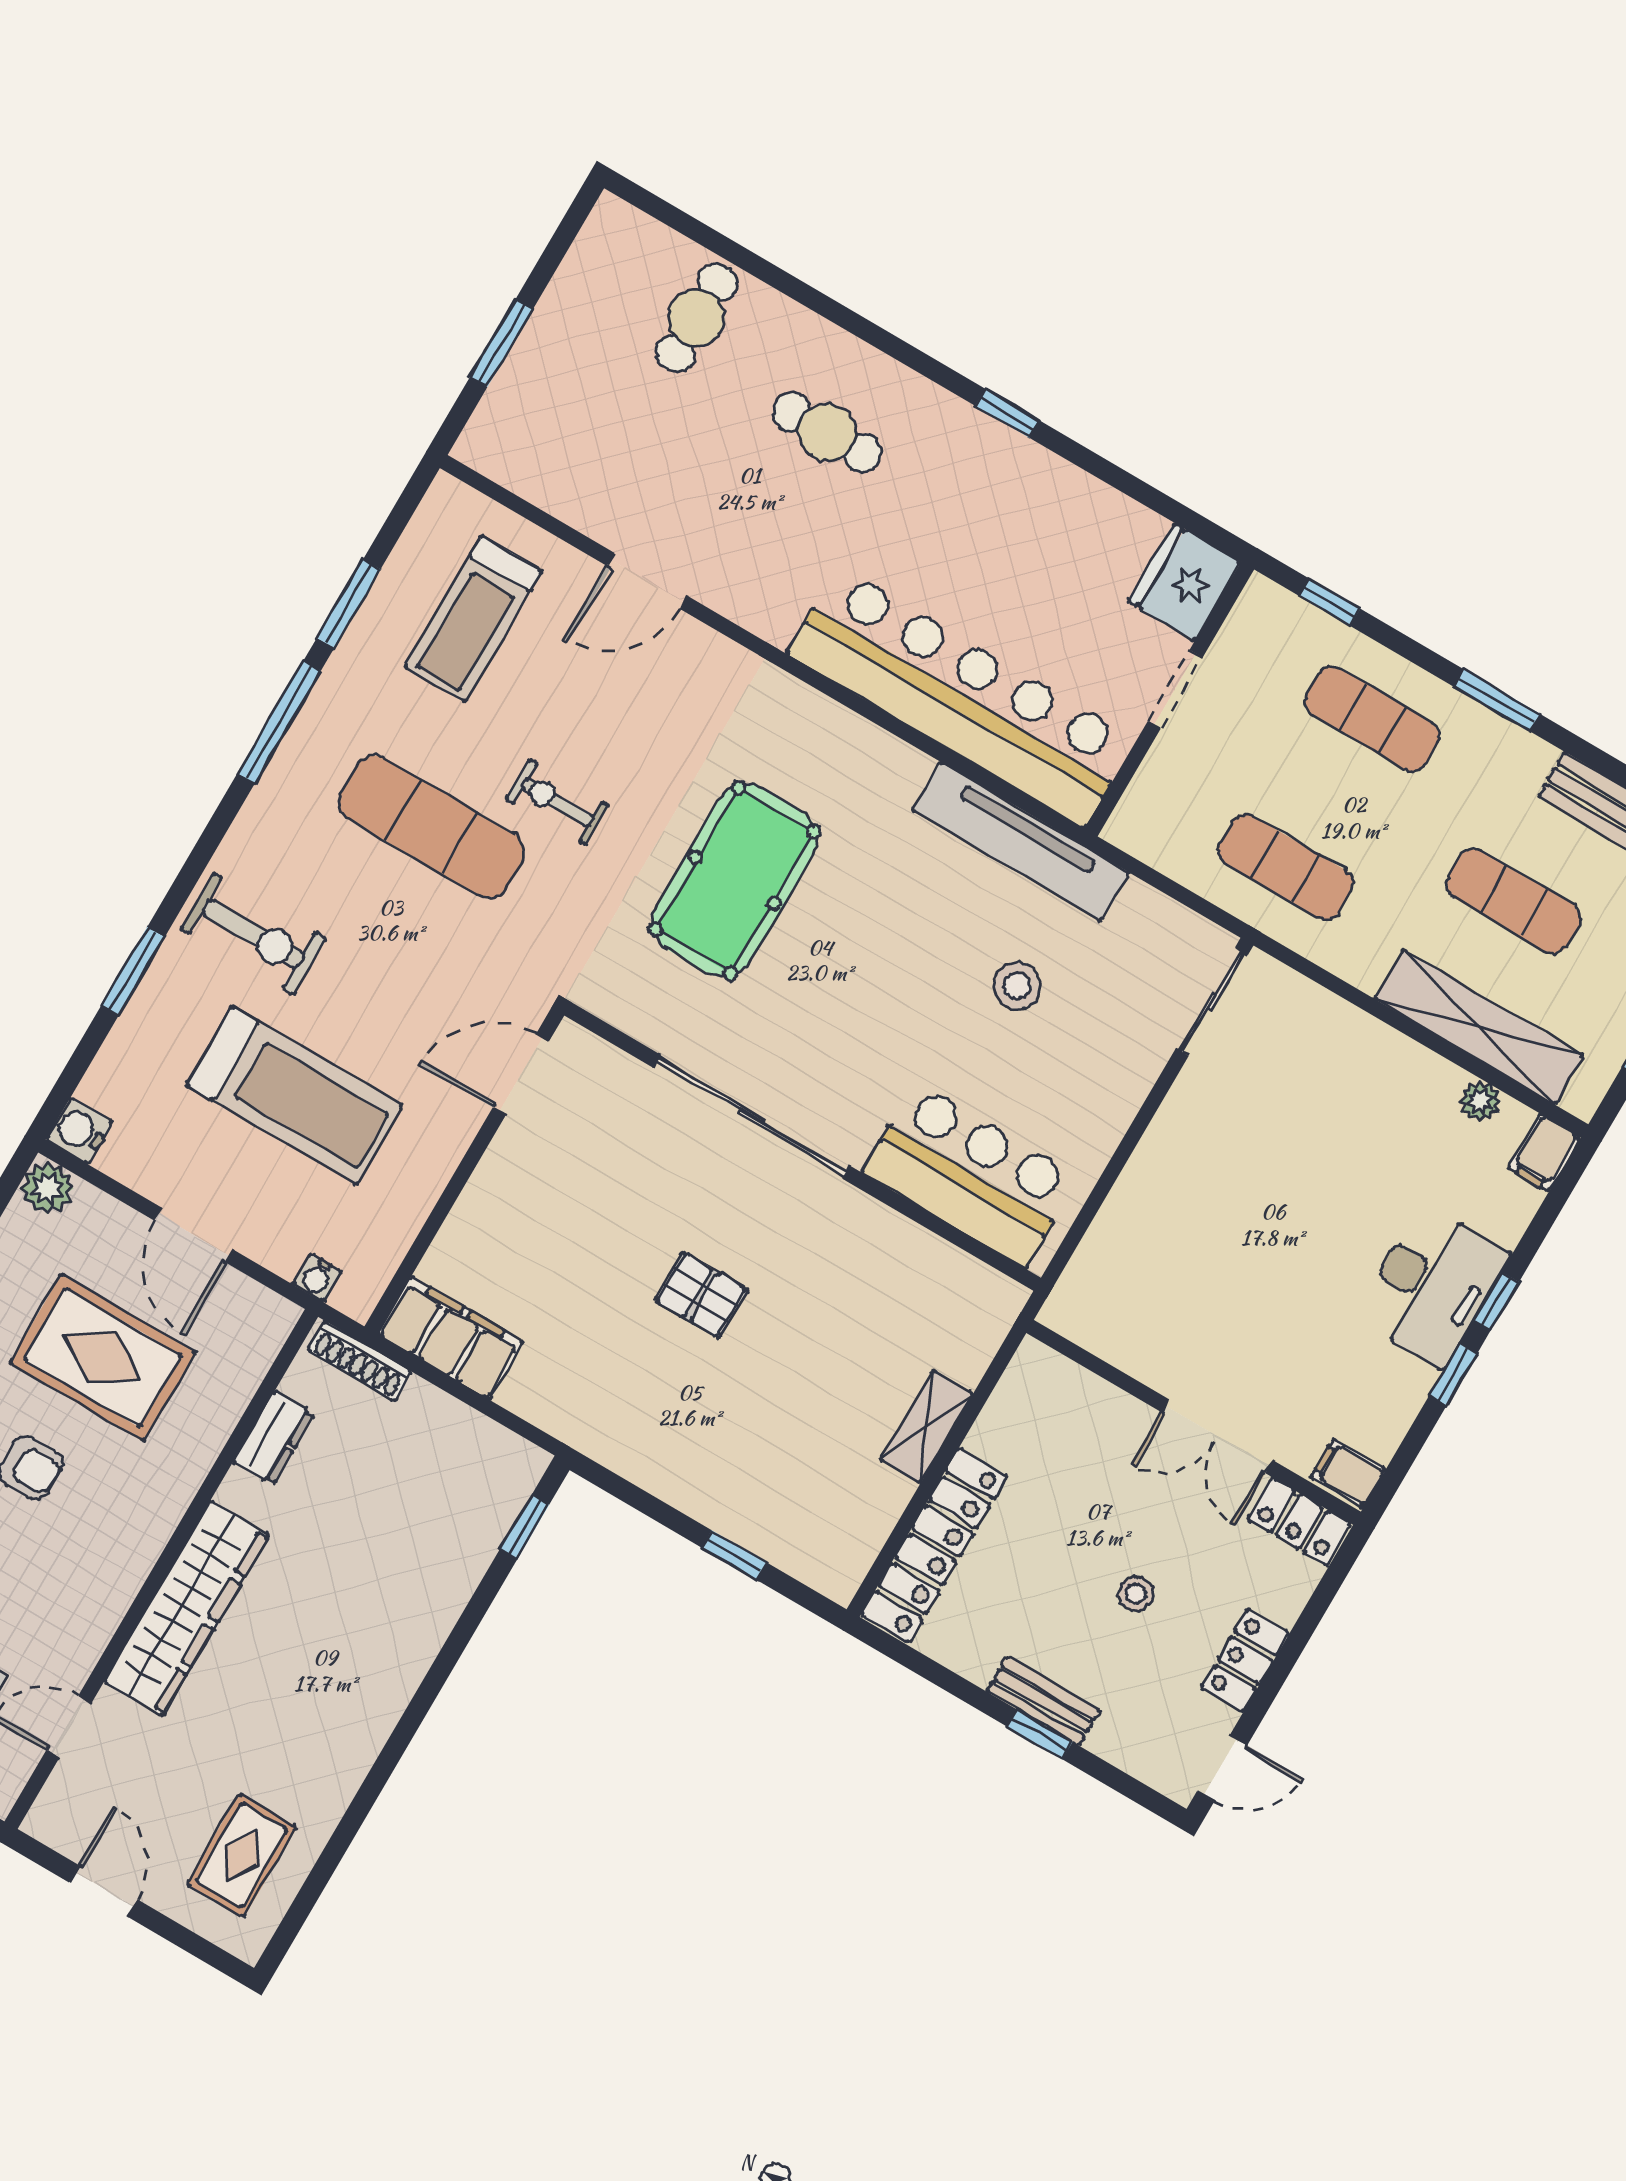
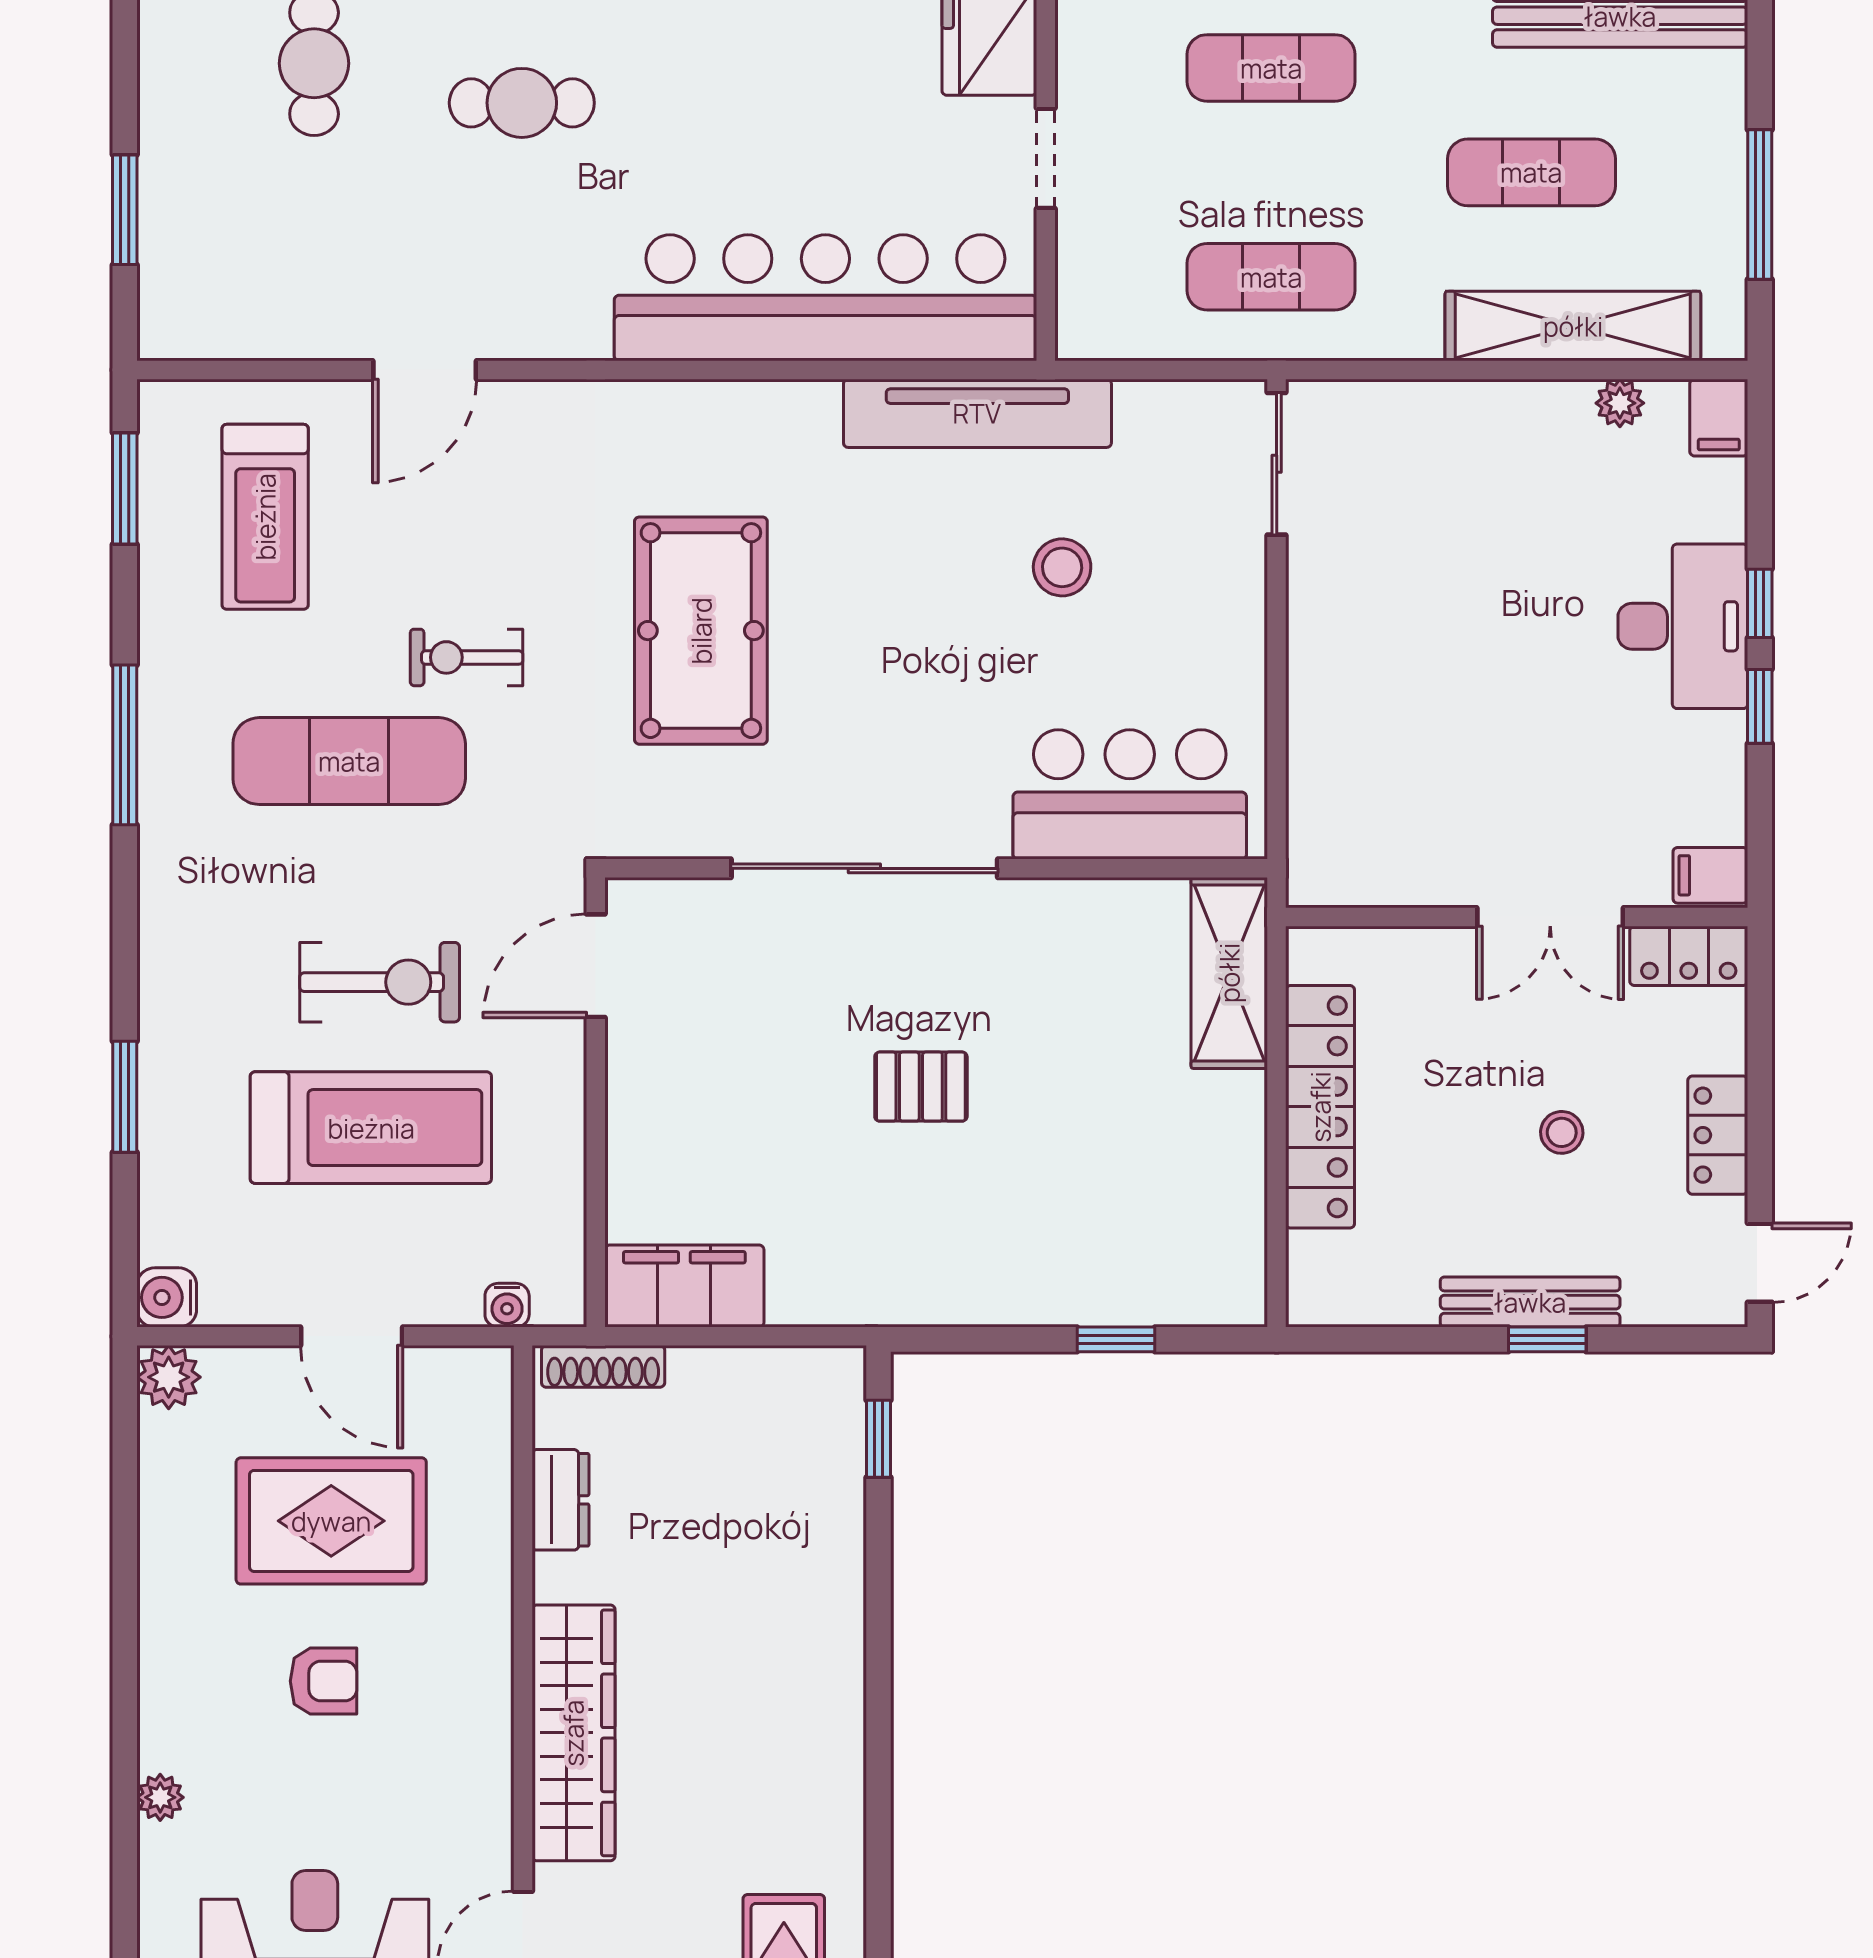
window: (349, 604) -> (125, 488), moved
exercise bike: (253, 934) -> (380, 982), moved
shelving: (927, 1426) -> (1229, 973), moved, width x1.50, depth x1.33
locker: (934, 1545) -> (1320, 1107), moved
bench: (1043, 1701) -> (1530, 1302), width x1.36

